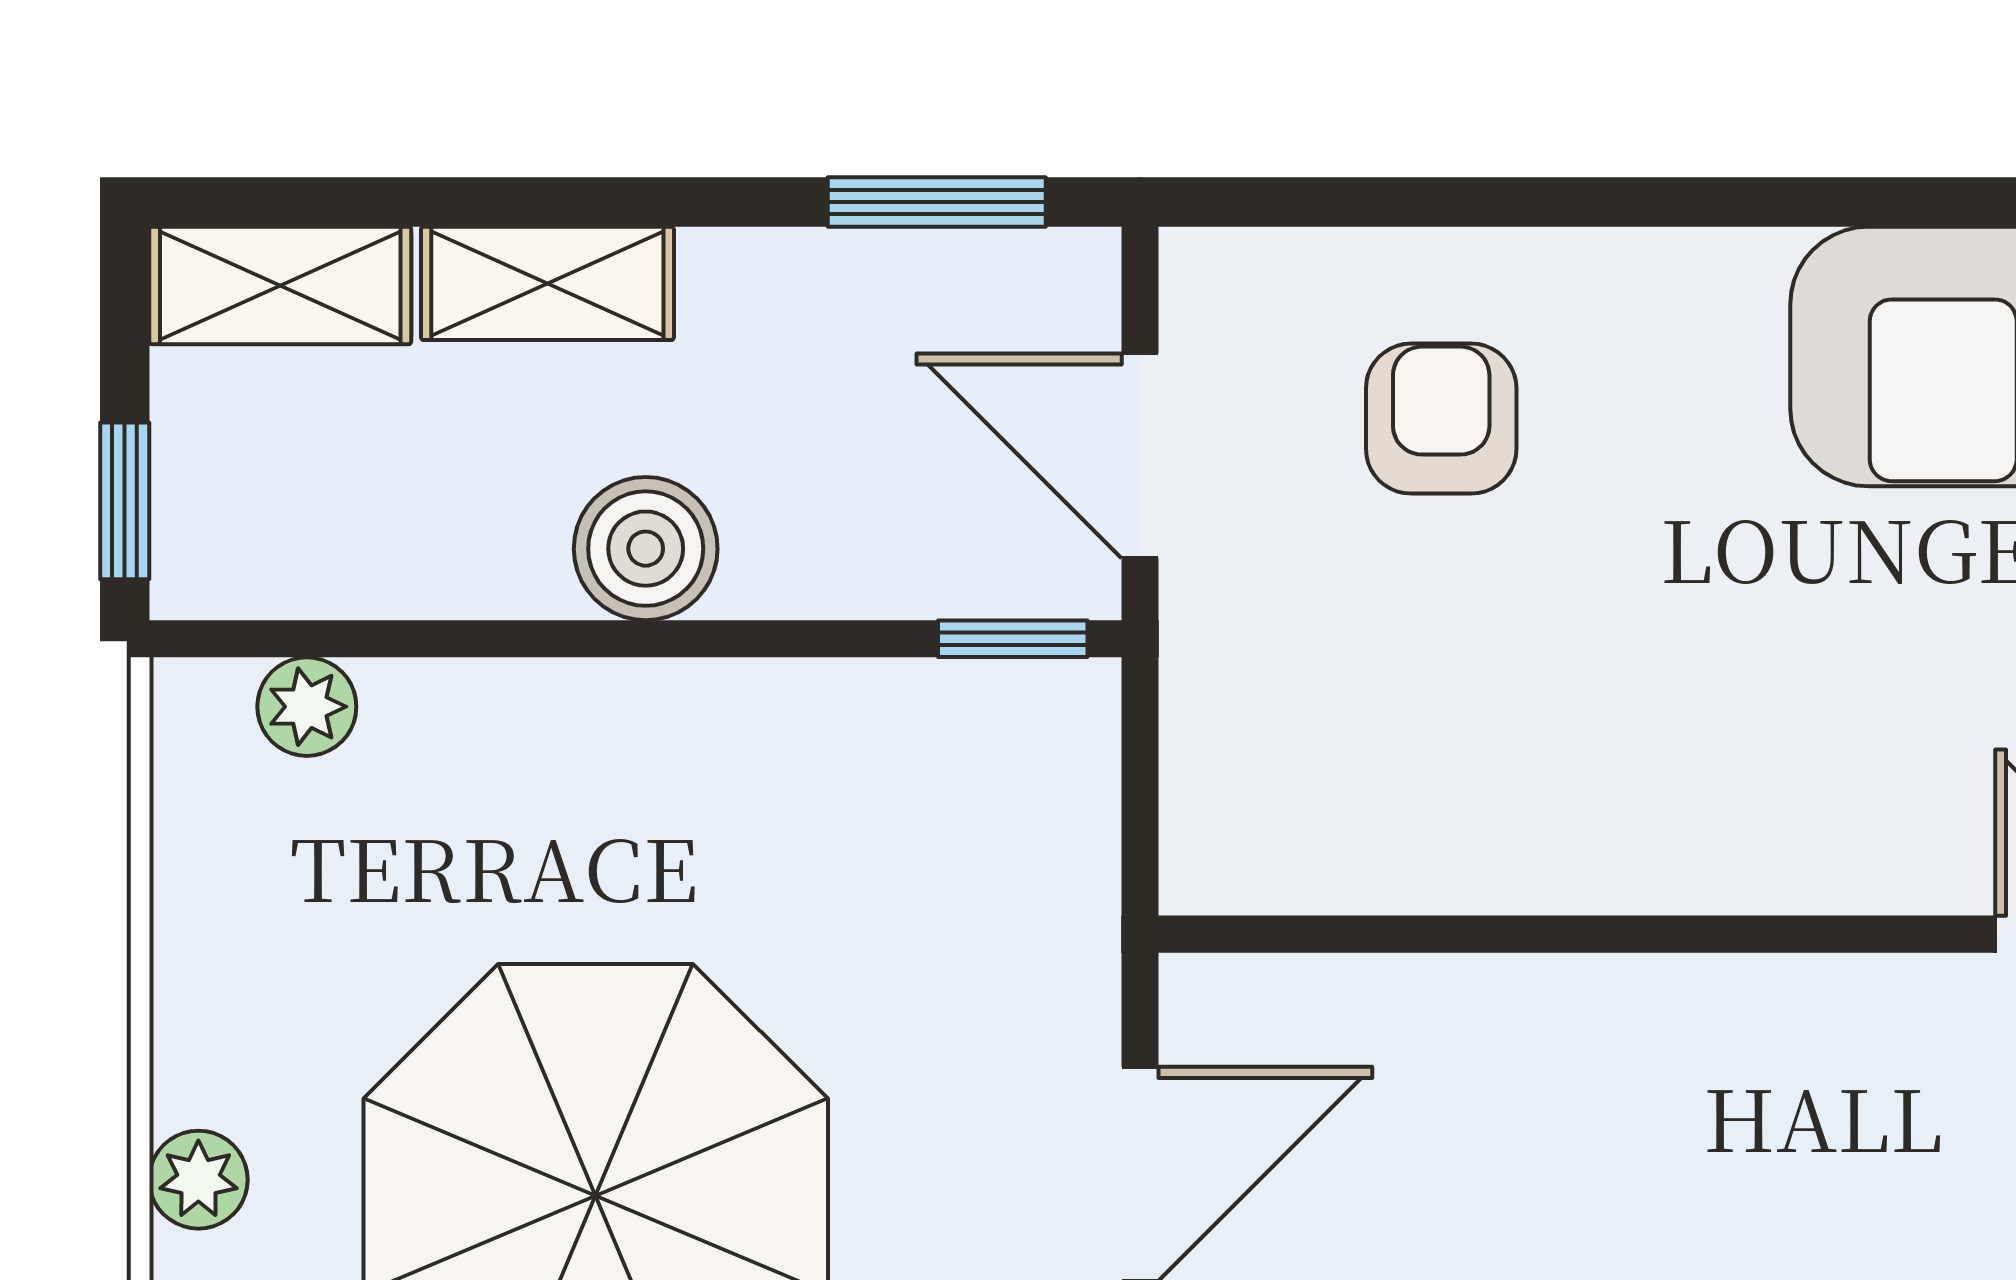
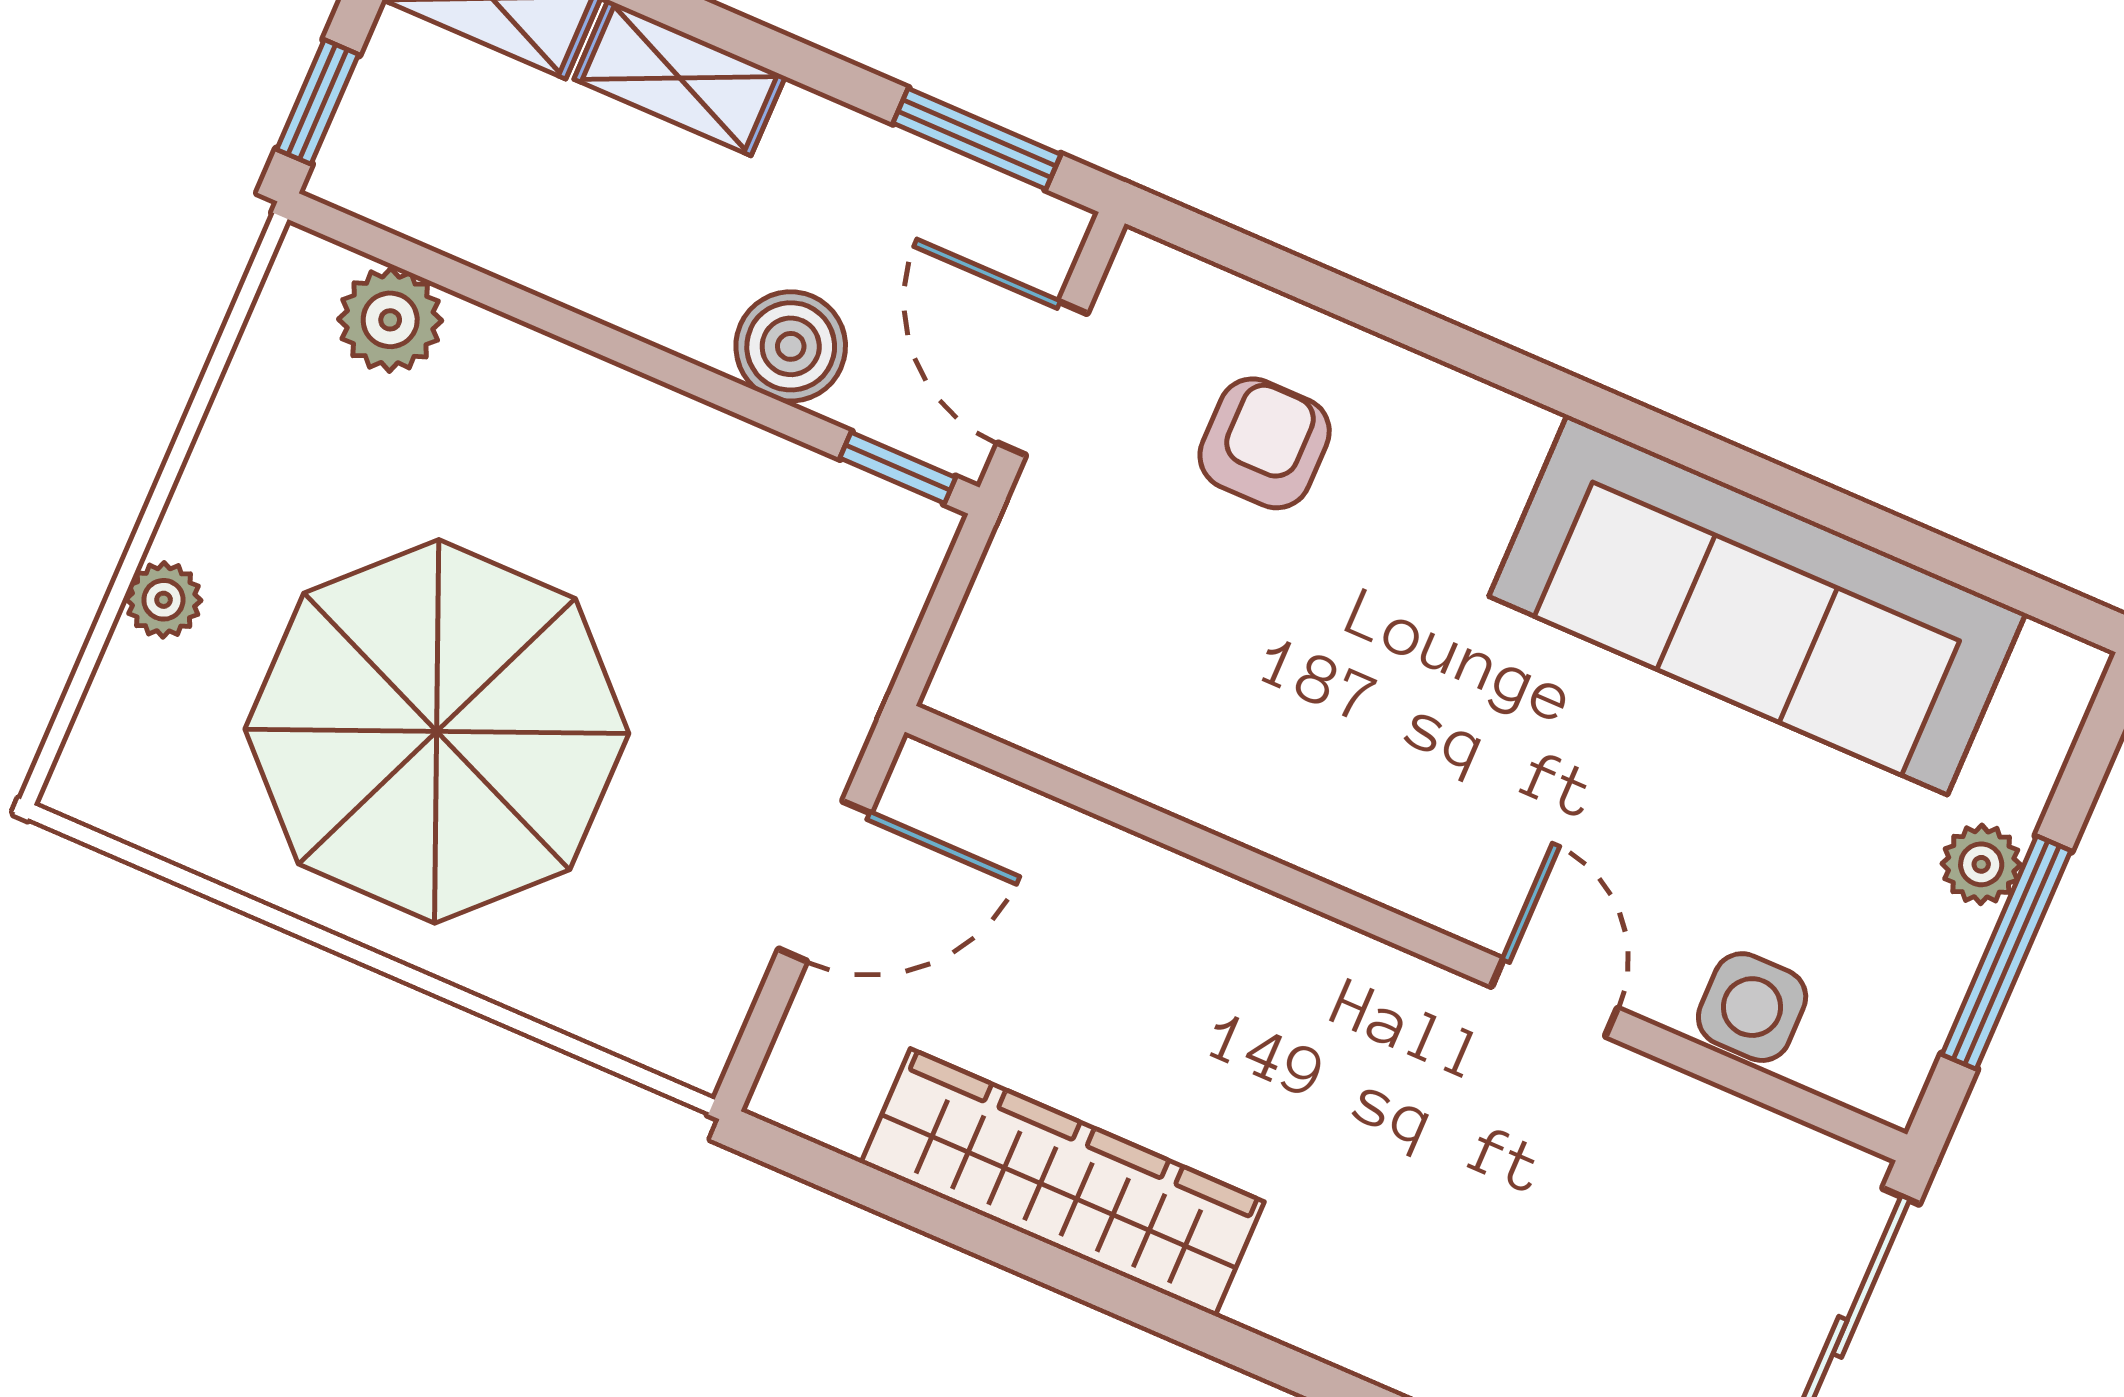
boiler: (646, 549) -> (791, 346), moved
plant: (307, 707) -> (390, 320), width x1.38, depth x1.38

